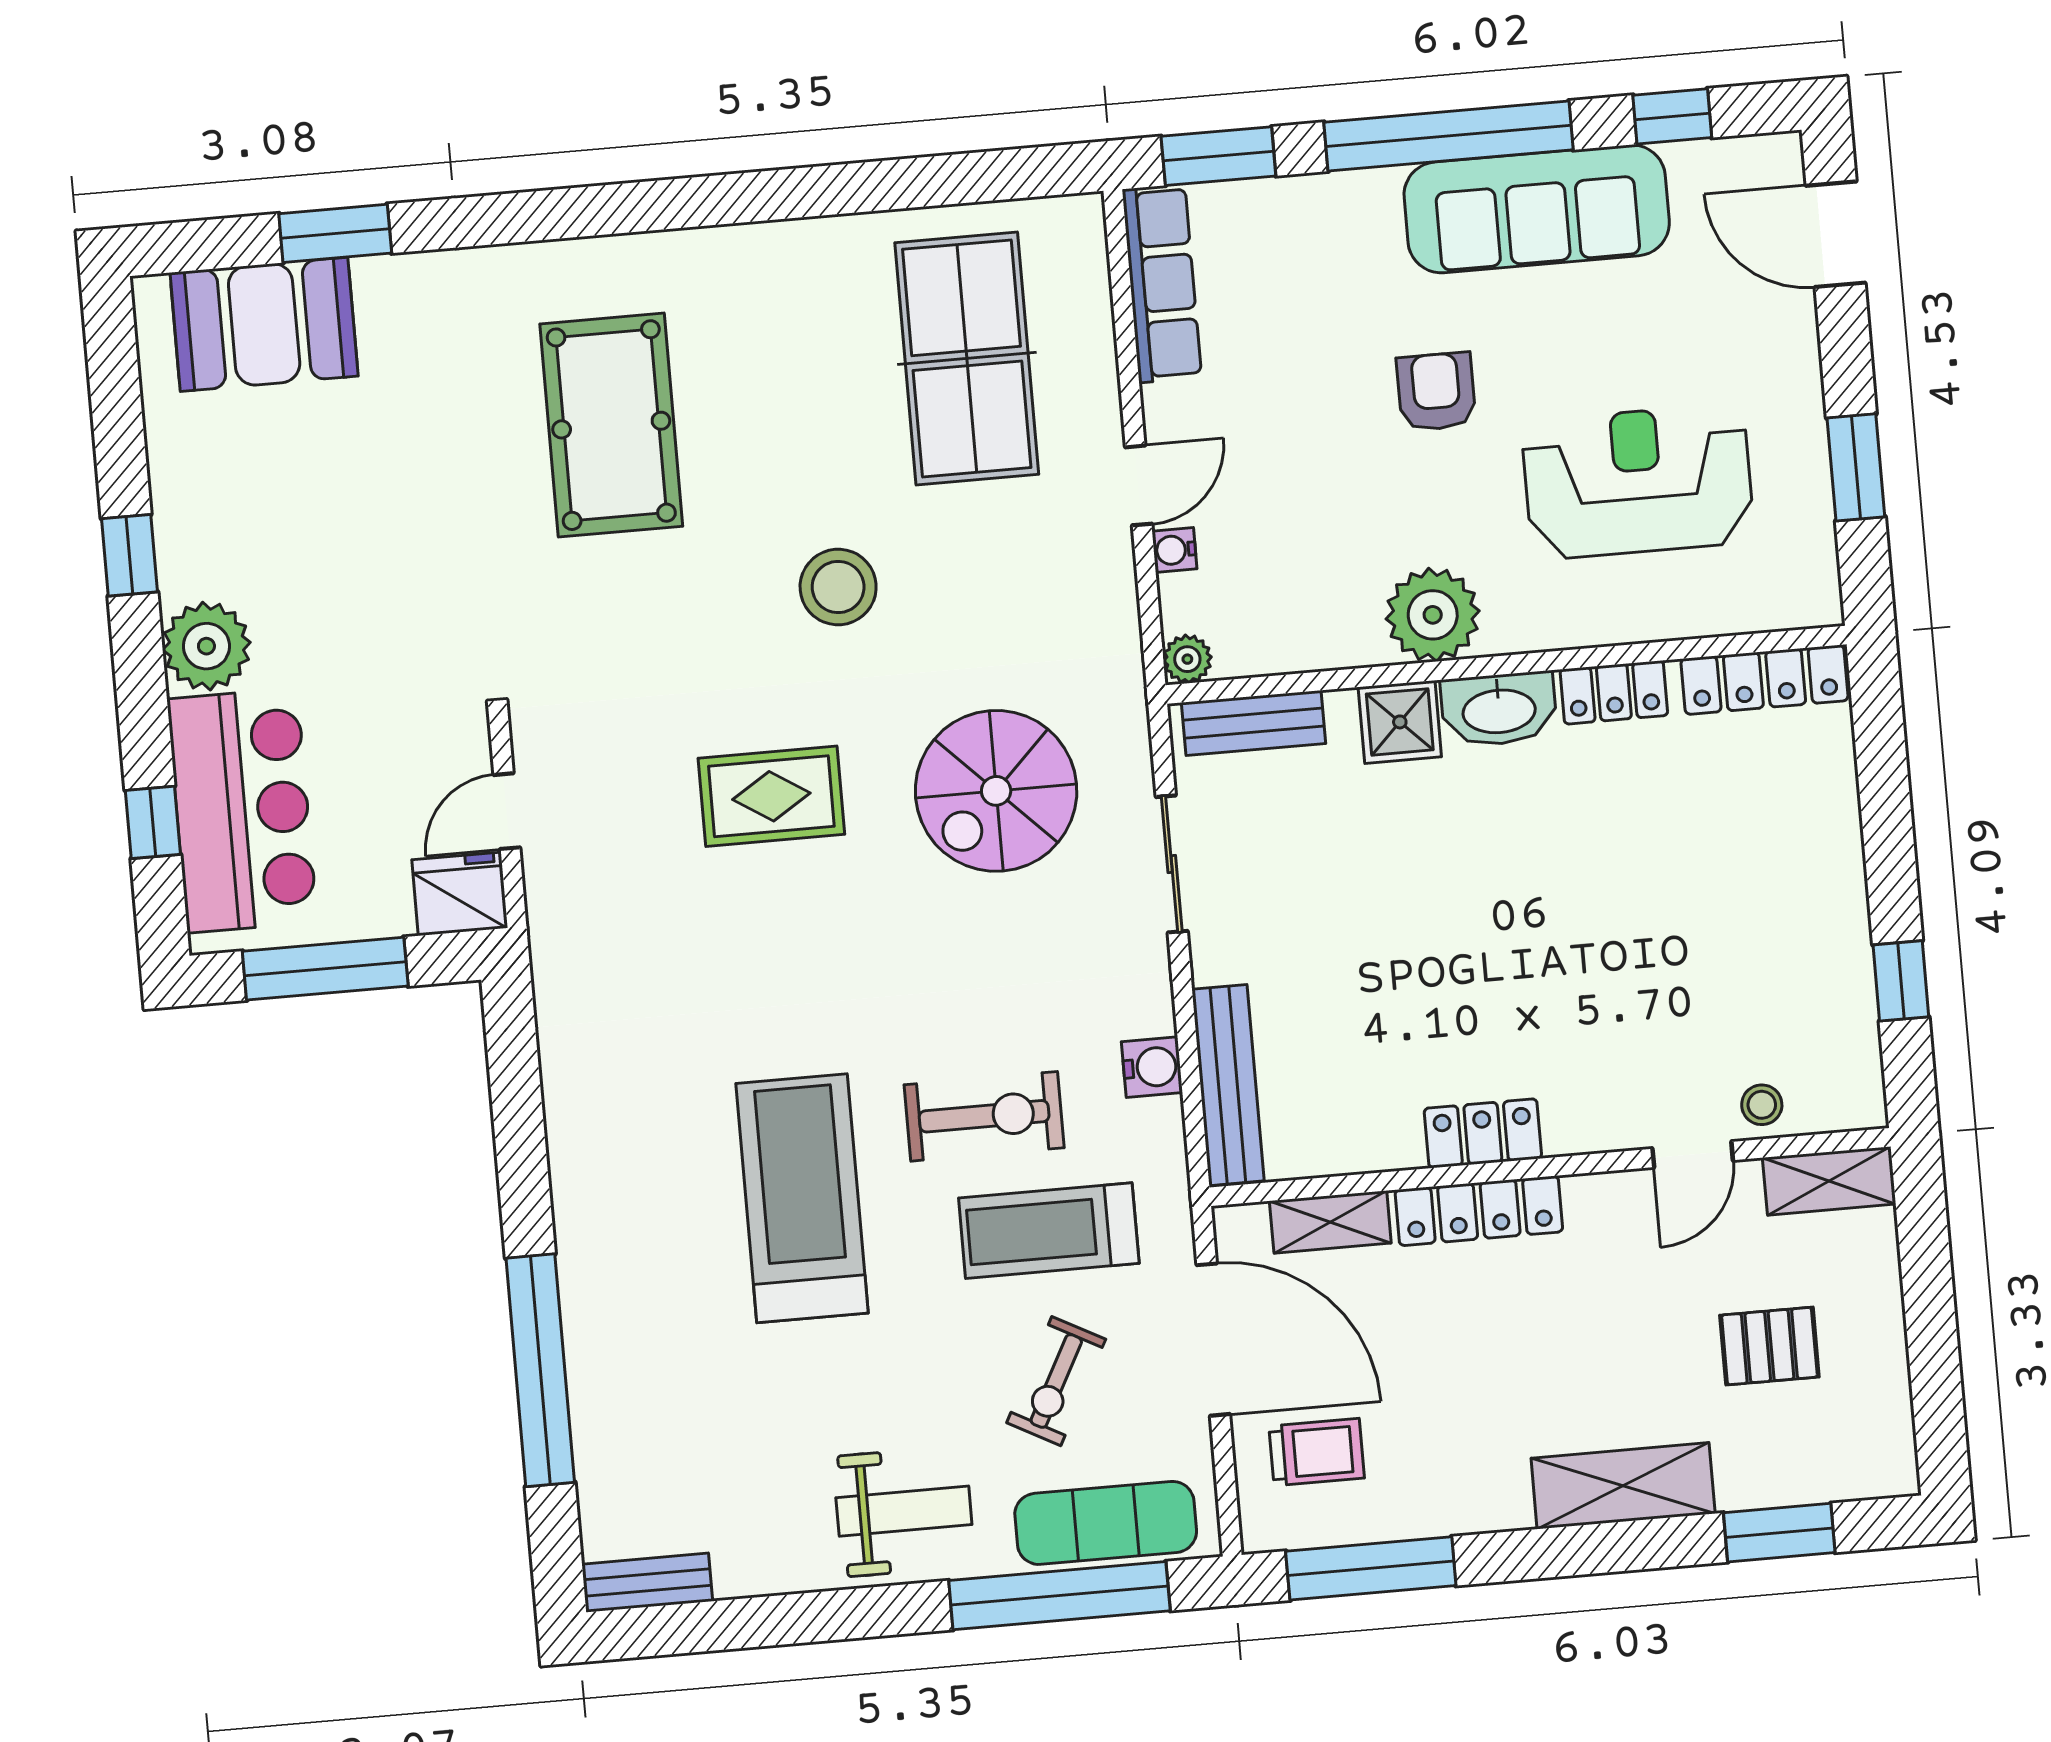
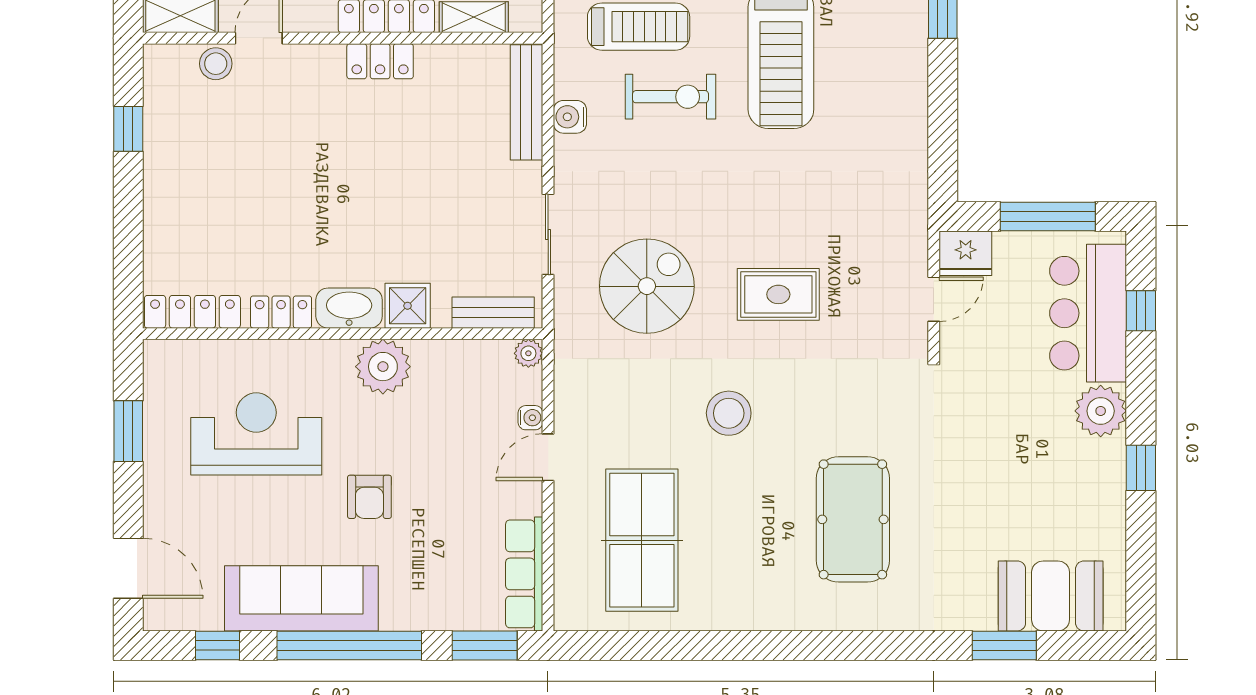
reception desk: (1638, 482) -> (256, 434), turned 180
stool: (1762, 1105) -> (216, 64), width x1.37, depth x1.37
exercise bike: (984, 1116) -> (670, 97), turned 180

